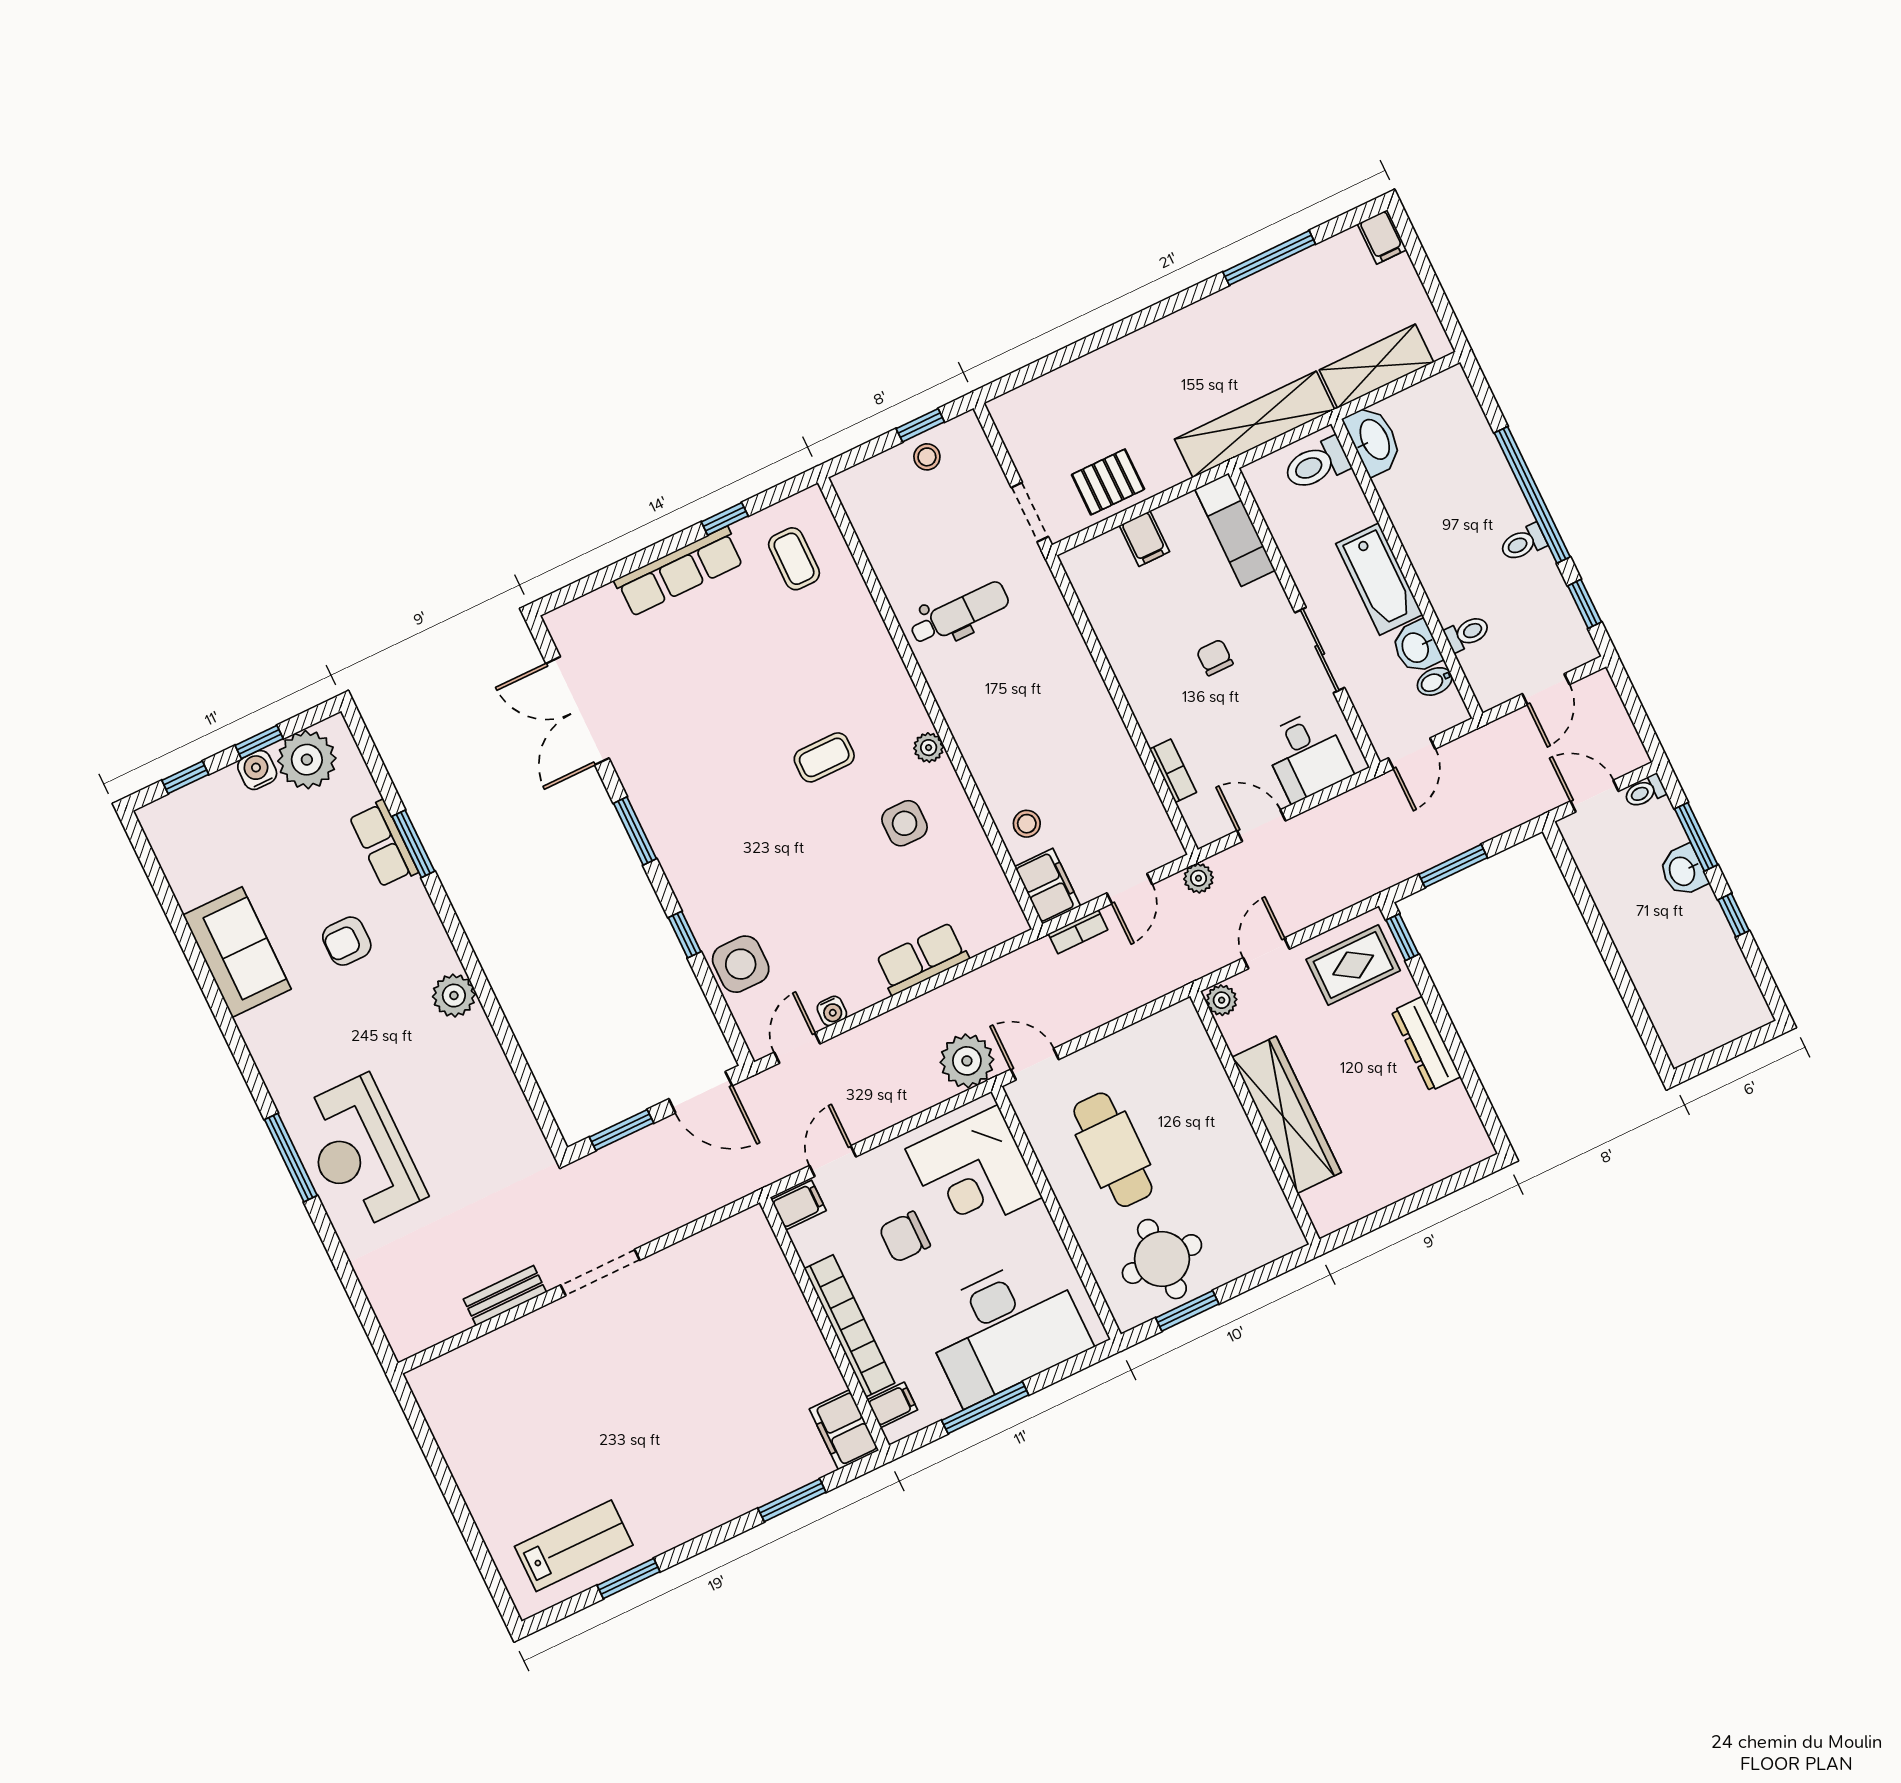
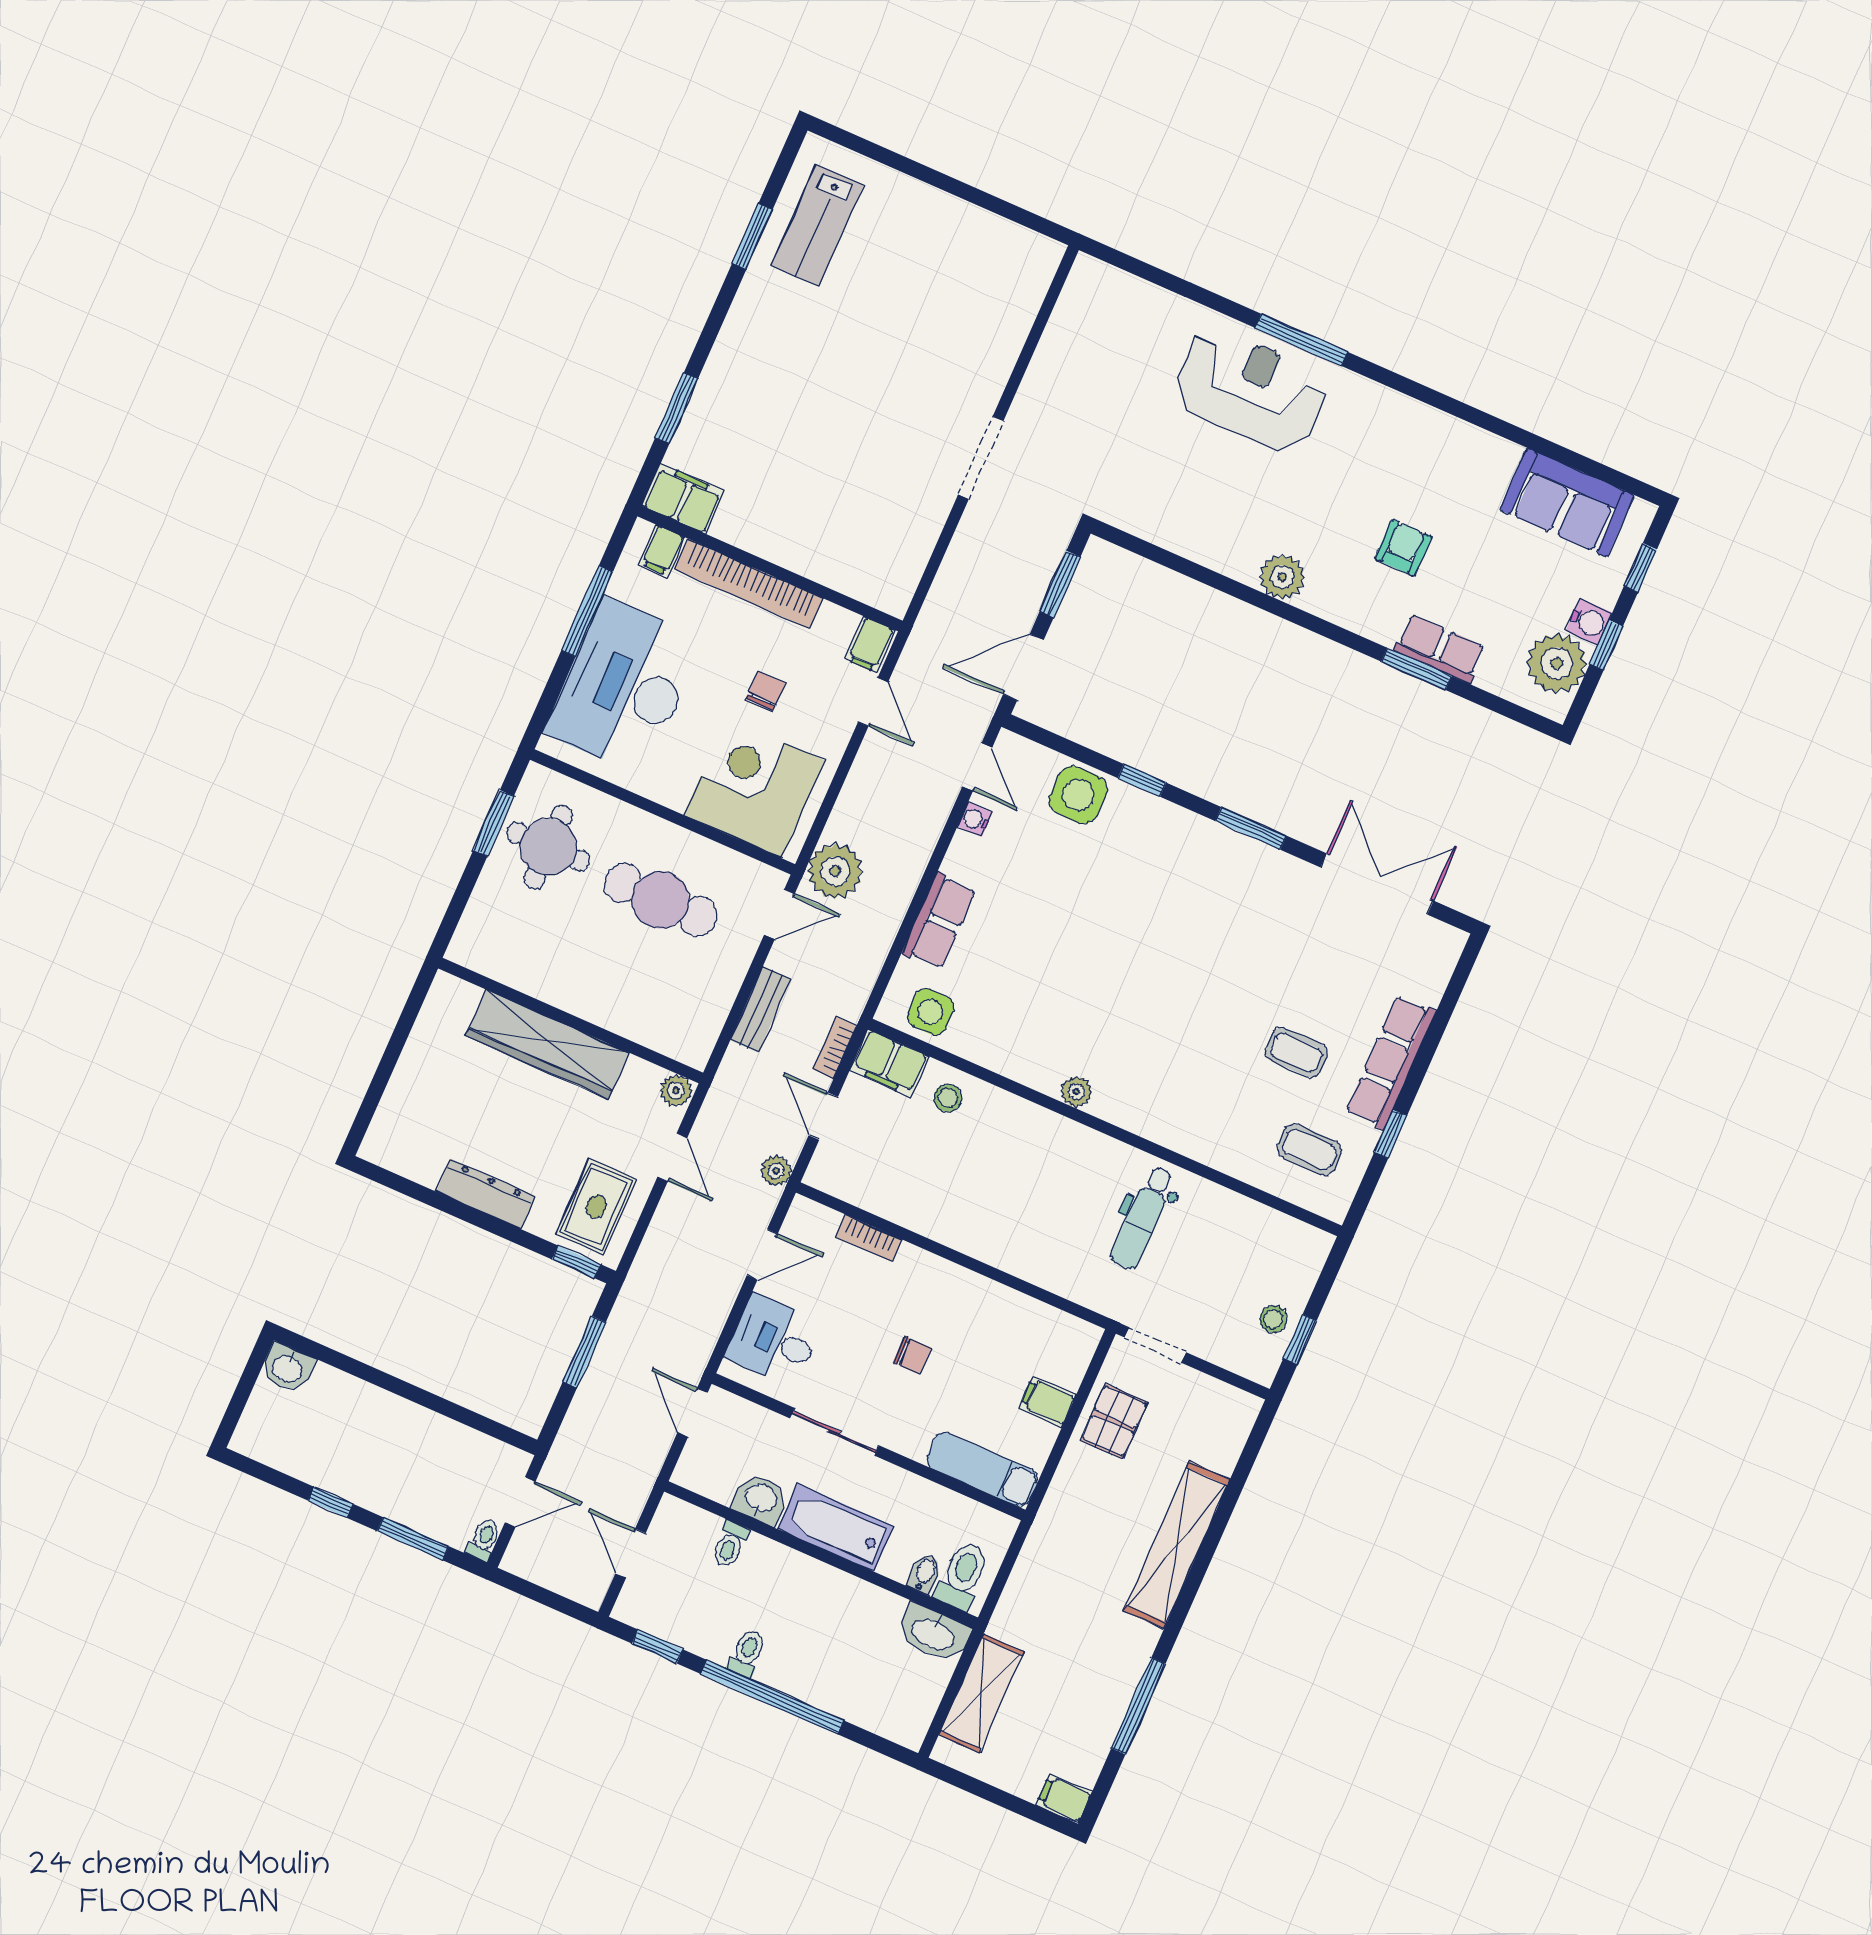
shelving: (1255, 424) -> (1177, 1545), moved
bidet: (1435, 681) -> (925, 1573), moved
coffee table: (824, 757) -> (1296, 1053), moved, turned 90
side table: (905, 823) -> (931, 1012), moved
washbasin: (1683, 871) -> (287, 1368), moved, turned 180
sofa: (237, 952) -> (1567, 503), moved
chair: (905, 1237) -> (766, 691), width x0.73, depth x0.73
bench: (505, 1296) -> (761, 1009), moved

